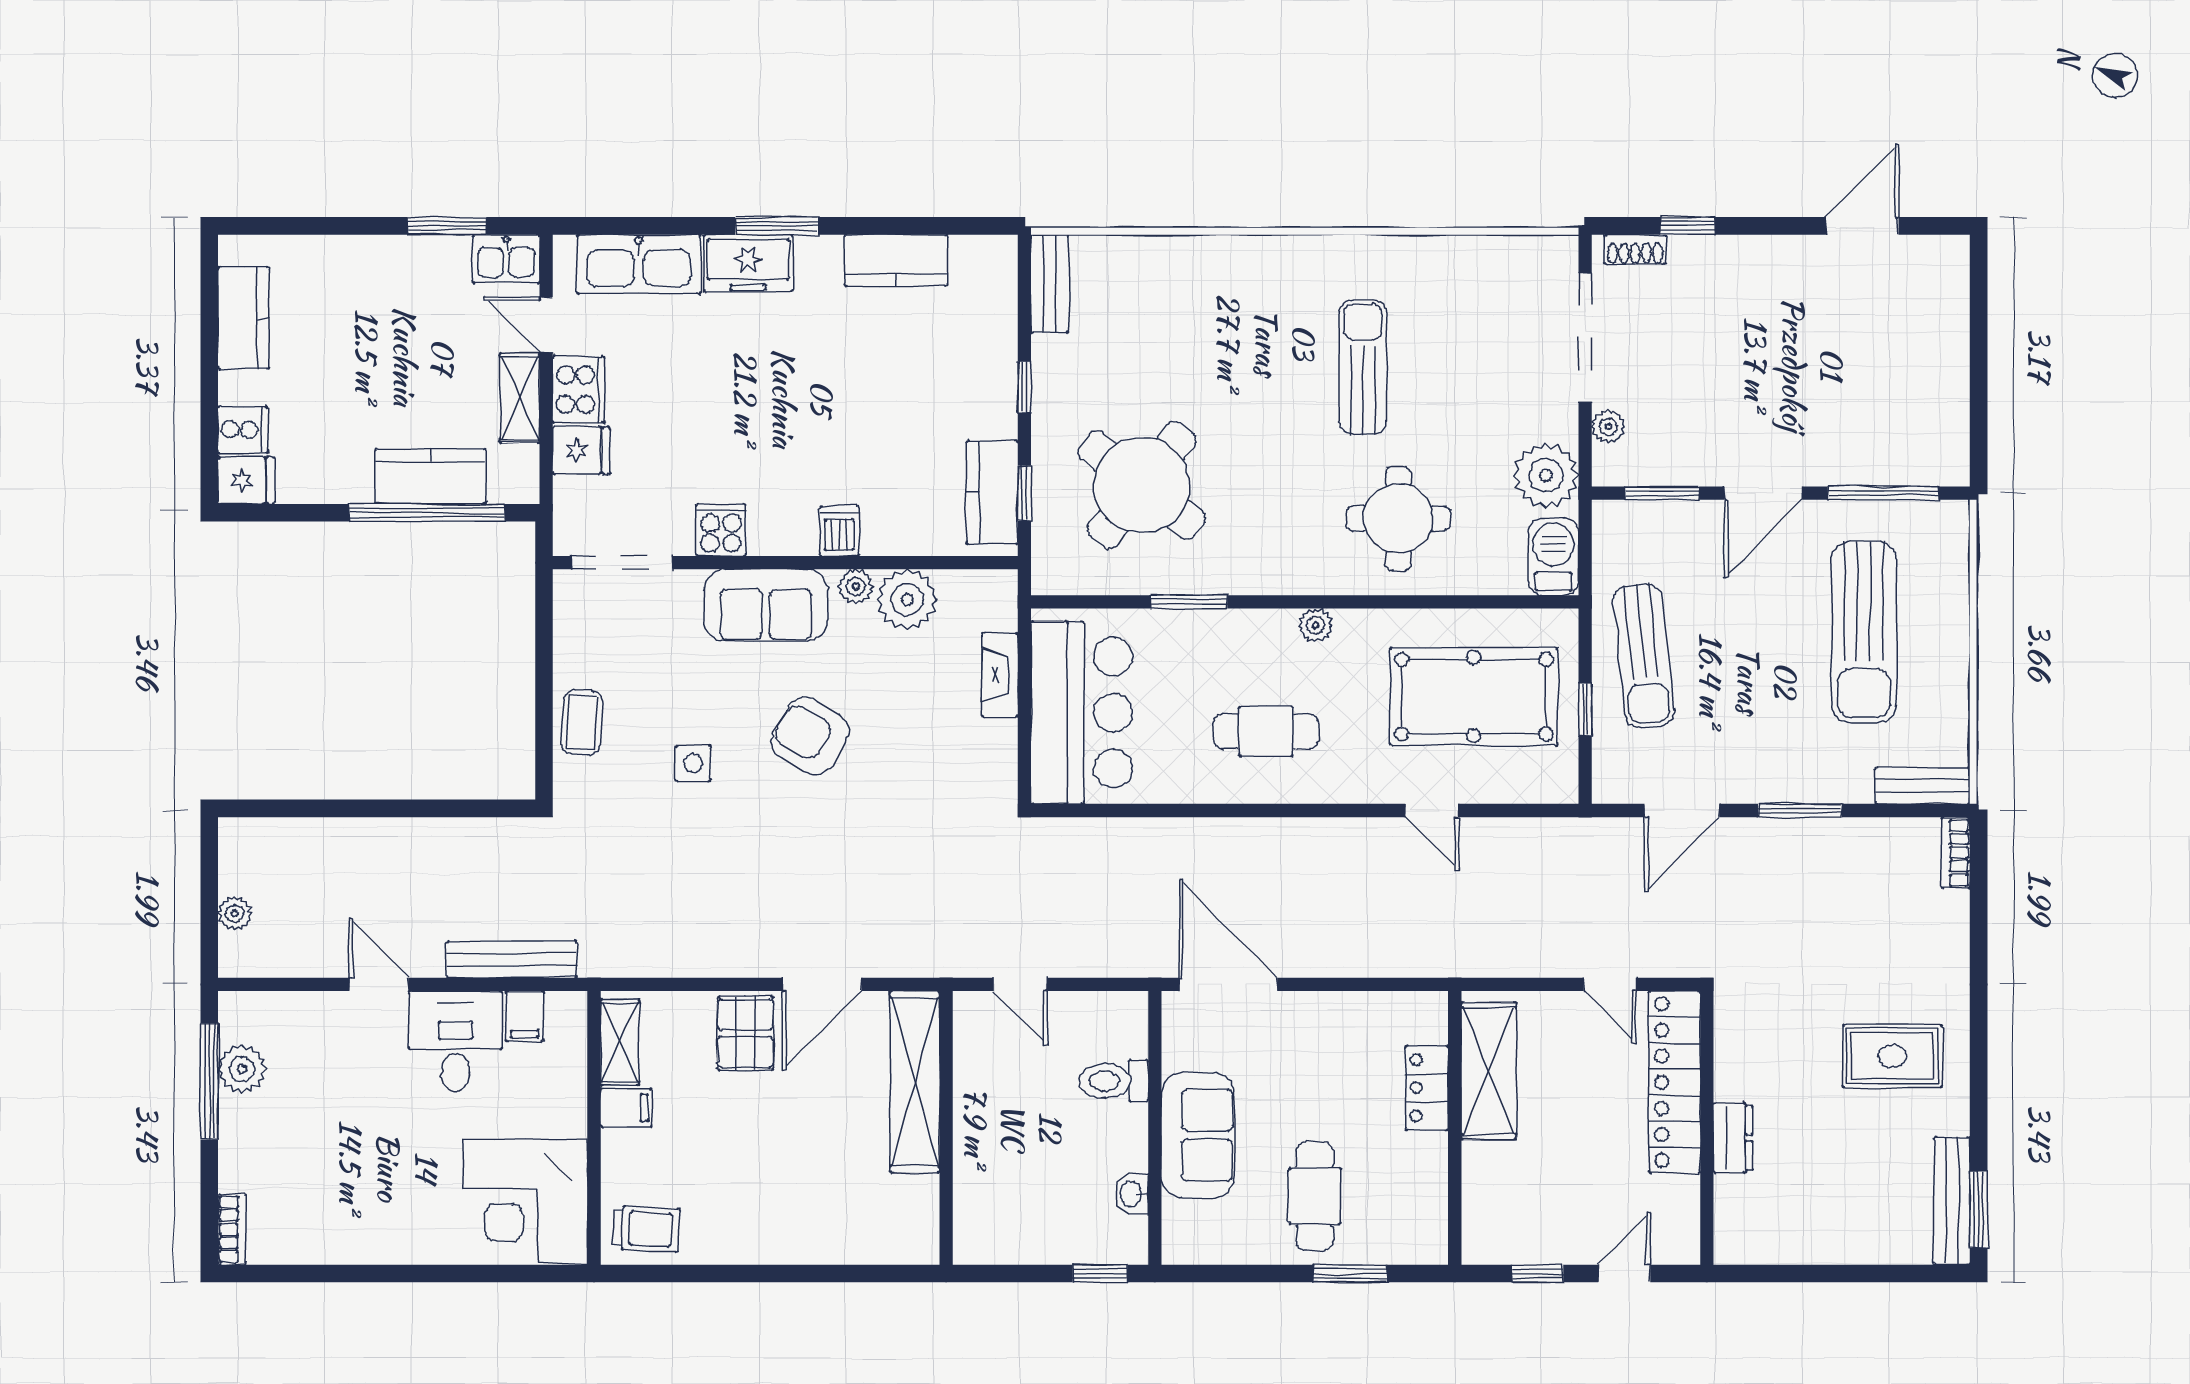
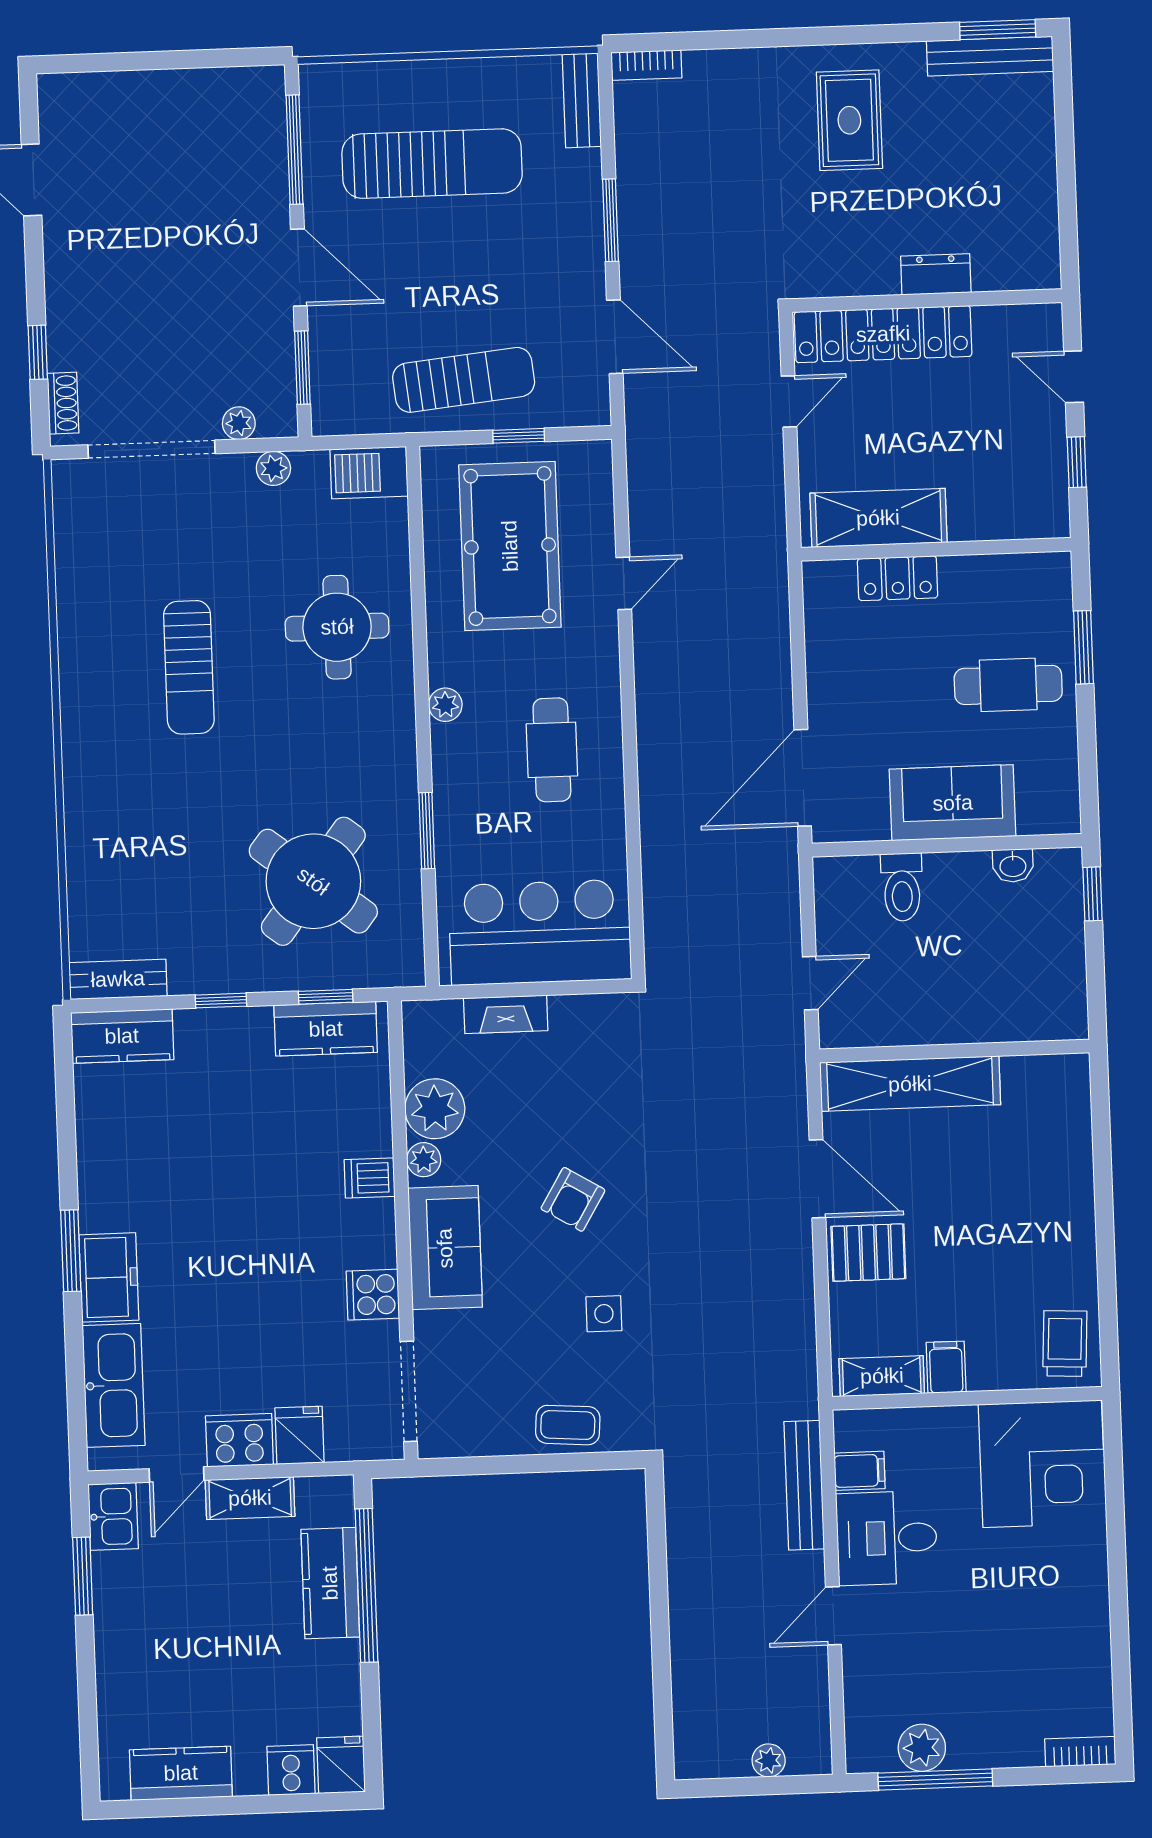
kitchen counter: (896, 260) -> (122, 1036), moved, turned 90
sun lounger: (1363, 367) -> (189, 667), turned -90
plant: (1546, 475) -> (273, 468), width x0.53, depth x0.53
armchair: (810, 736) -> (573, 1199), width x0.72, depth x0.72

